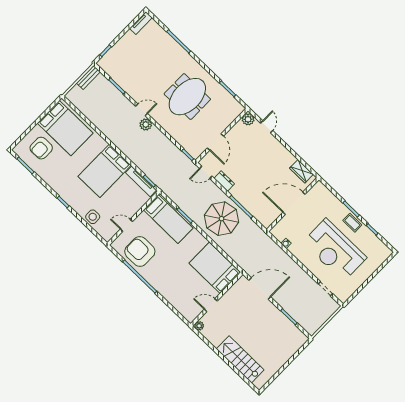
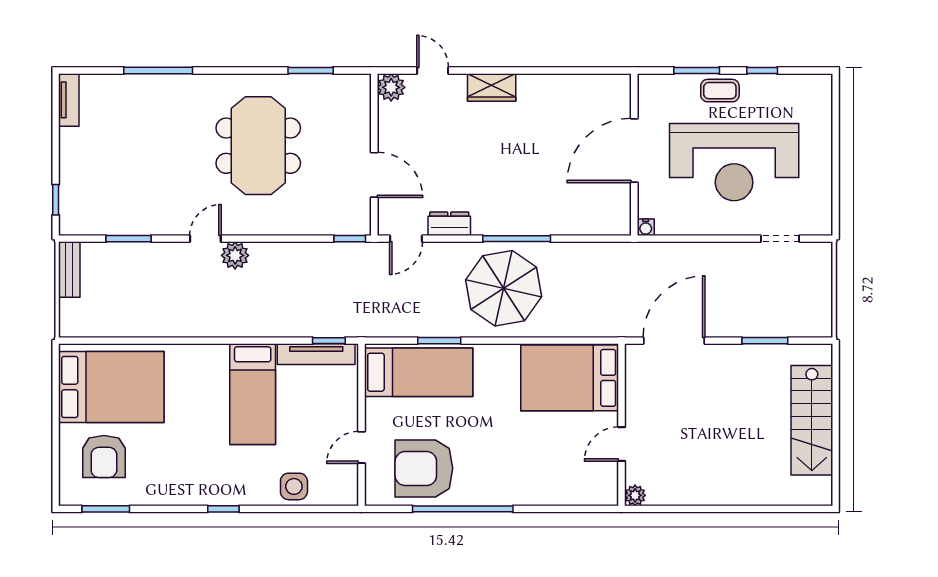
bed: (105, 171) -> (253, 394), width x0.67
wardrobe: (301, 171) -> (492, 87), moved
door: (294, 203) -> (634, 150), moved
wall: (293, 205) -> (634, 155), moved
stairs: (240, 359) -> (812, 420), moved, turned -90

